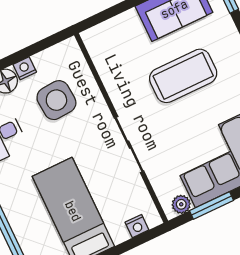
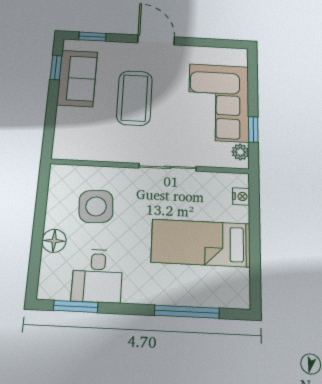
nightstand: (25, 68) -> (53, 219), removed
window: (211, 205) -> (253, 129), width x0.67

